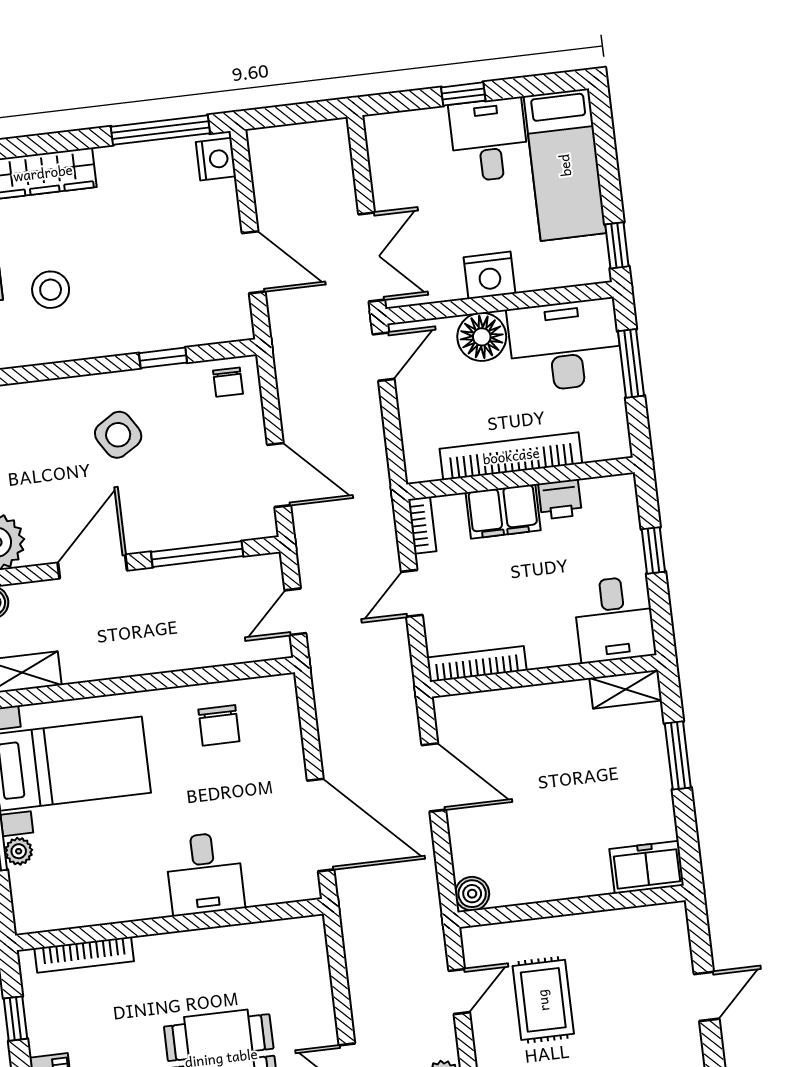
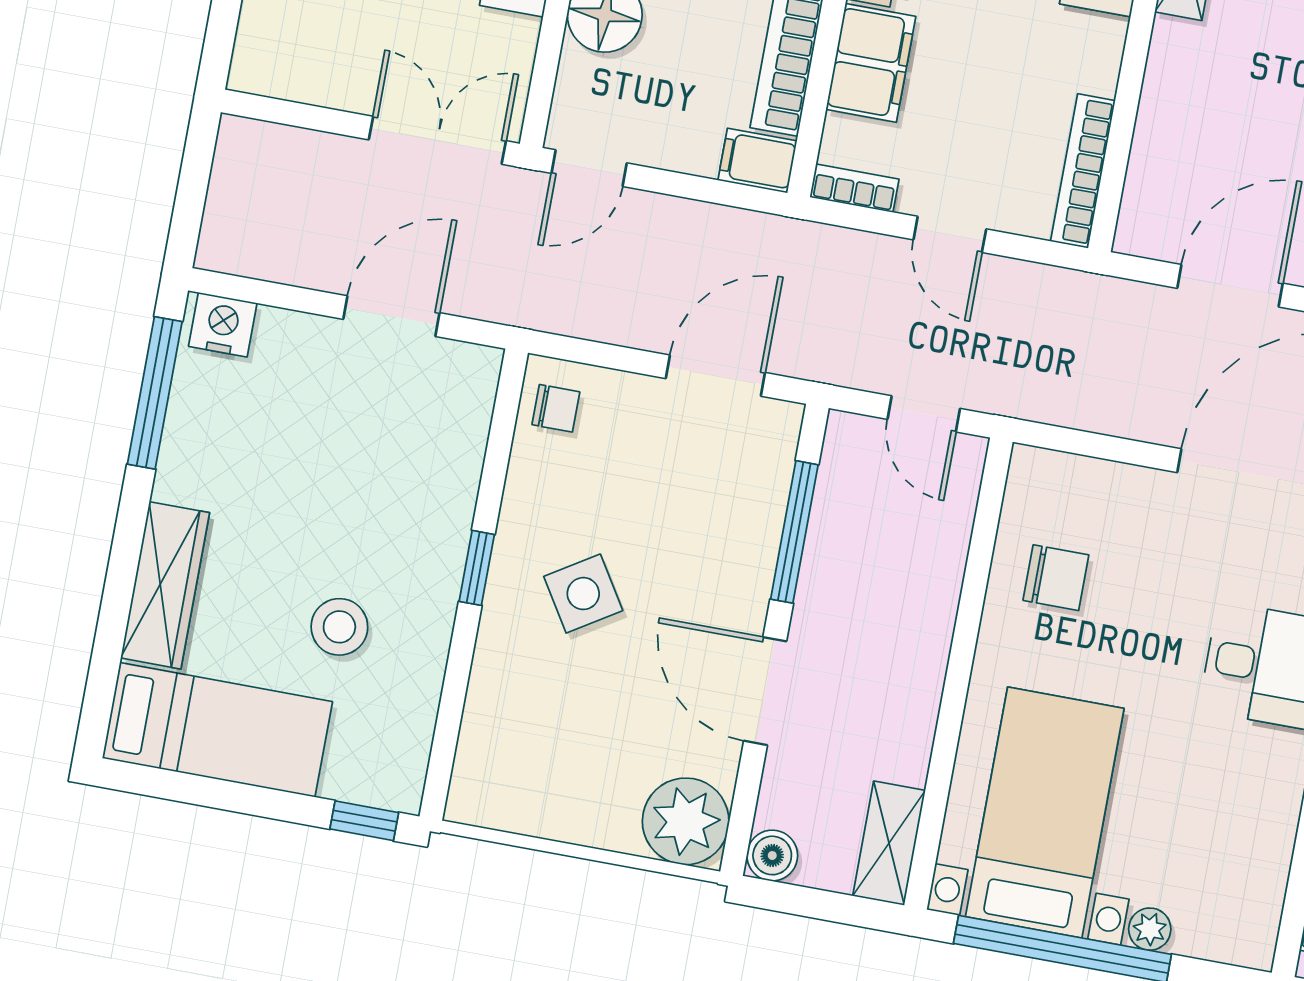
door: (384, 357) -> (589, 168), swing flipped
window: (163, 358) -> (477, 568), moved
filing cabinet: (421, 460) -> (757, 161), added

